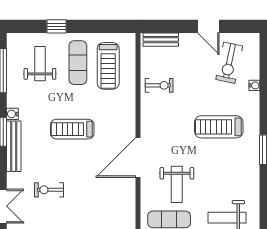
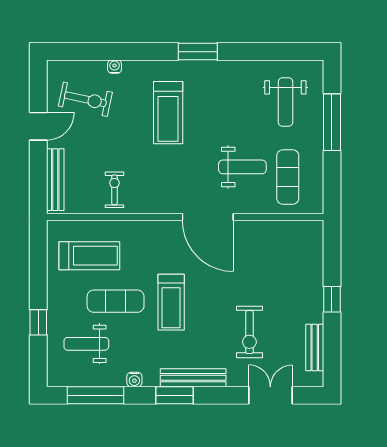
bench: (161, 40) -> (55, 180), width x1.36
exercise mat: (78, 63) -> (116, 301), moved
water cooler: (12, 114) -> (134, 379), moved
exercise bike: (49, 190) -> (249, 332), width x1.38, depth x1.39

